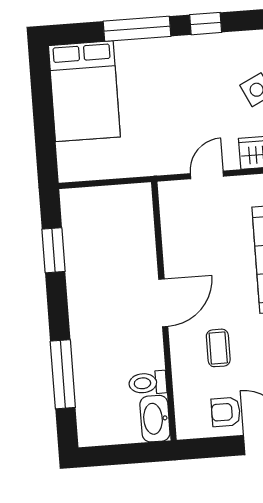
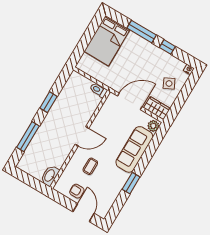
door: (207, 175) -> (130, 101), width x1.87
window: (54, 250) -> (49, 102), moved
toilet: (148, 383) -> (98, 90), moved

